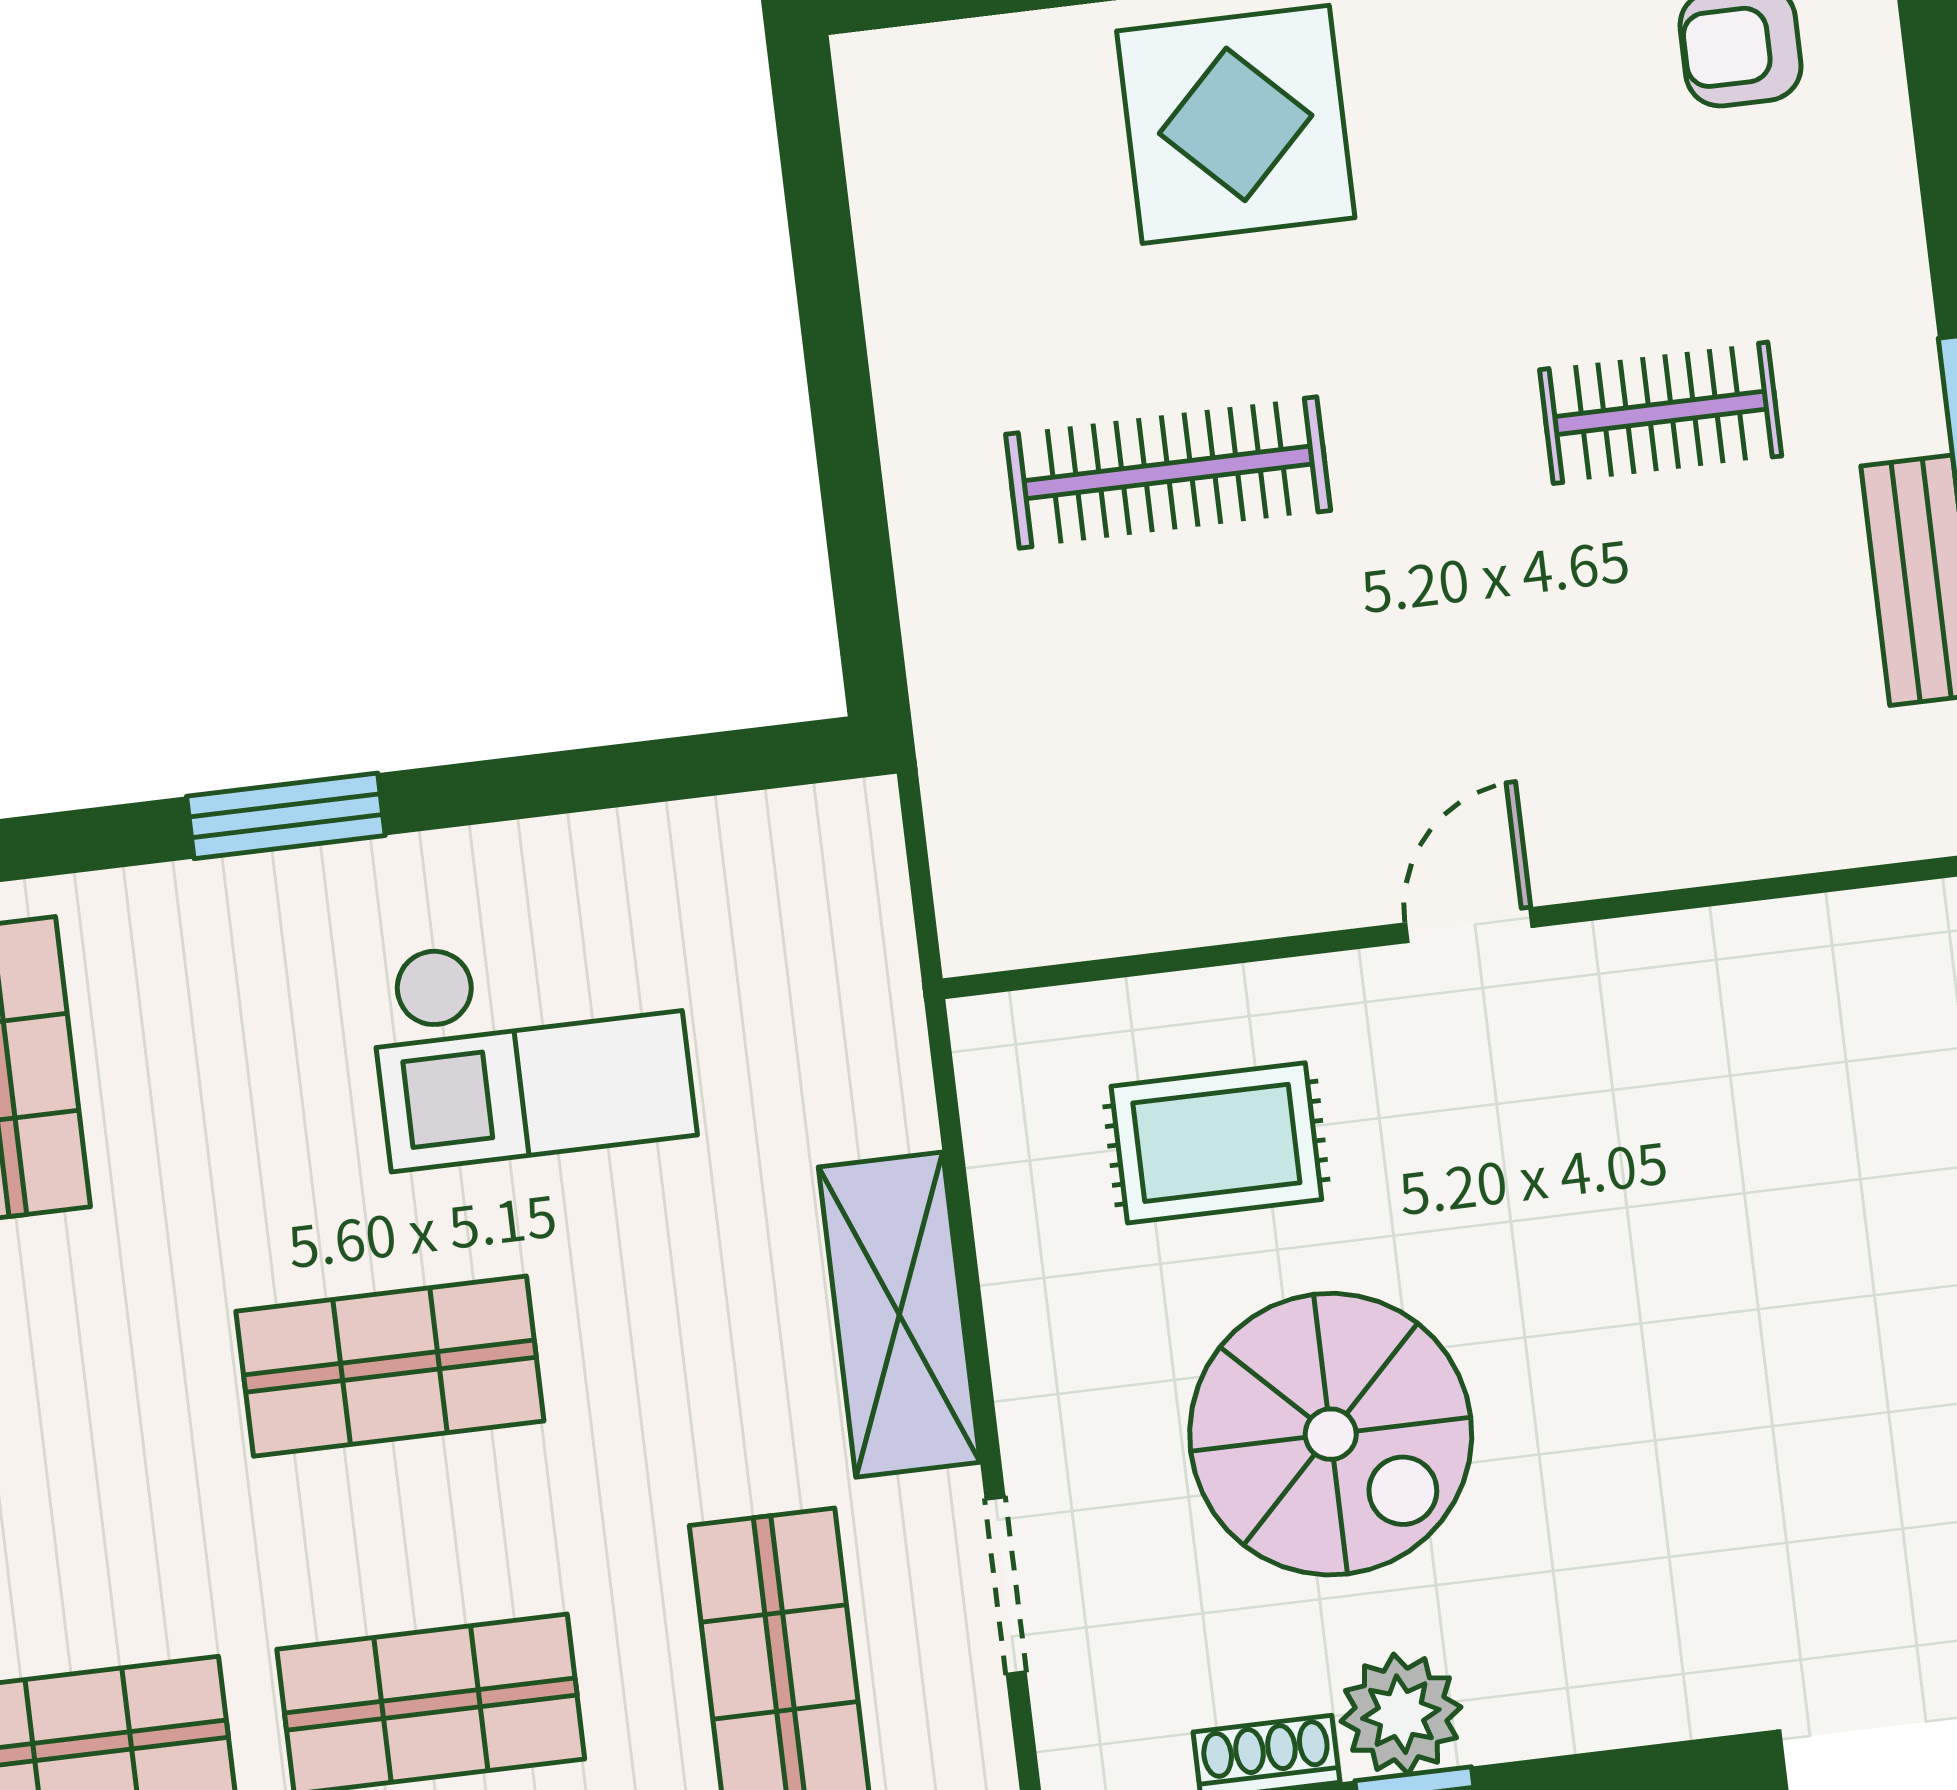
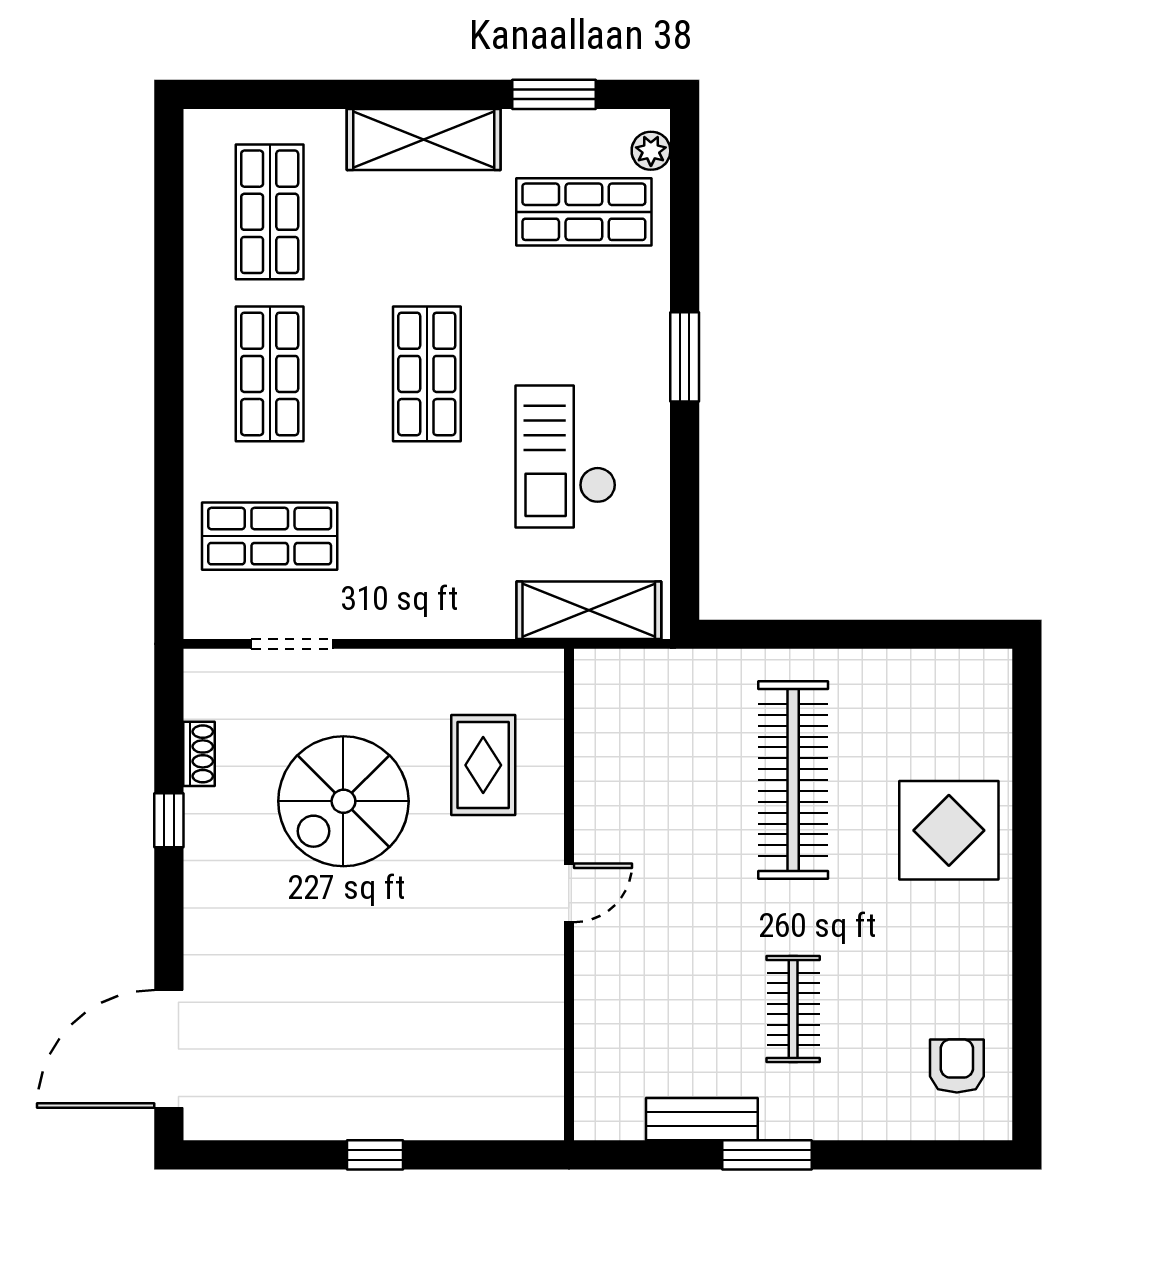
clothes rail: (1168, 472) -> (793, 780), width x1.37, depth x1.31
door: (1469, 925) -> (569, 893), hinge flipped
shelving: (899, 1315) -> (589, 610), moved
plant: (1401, 1714) -> (211, 818), removed

